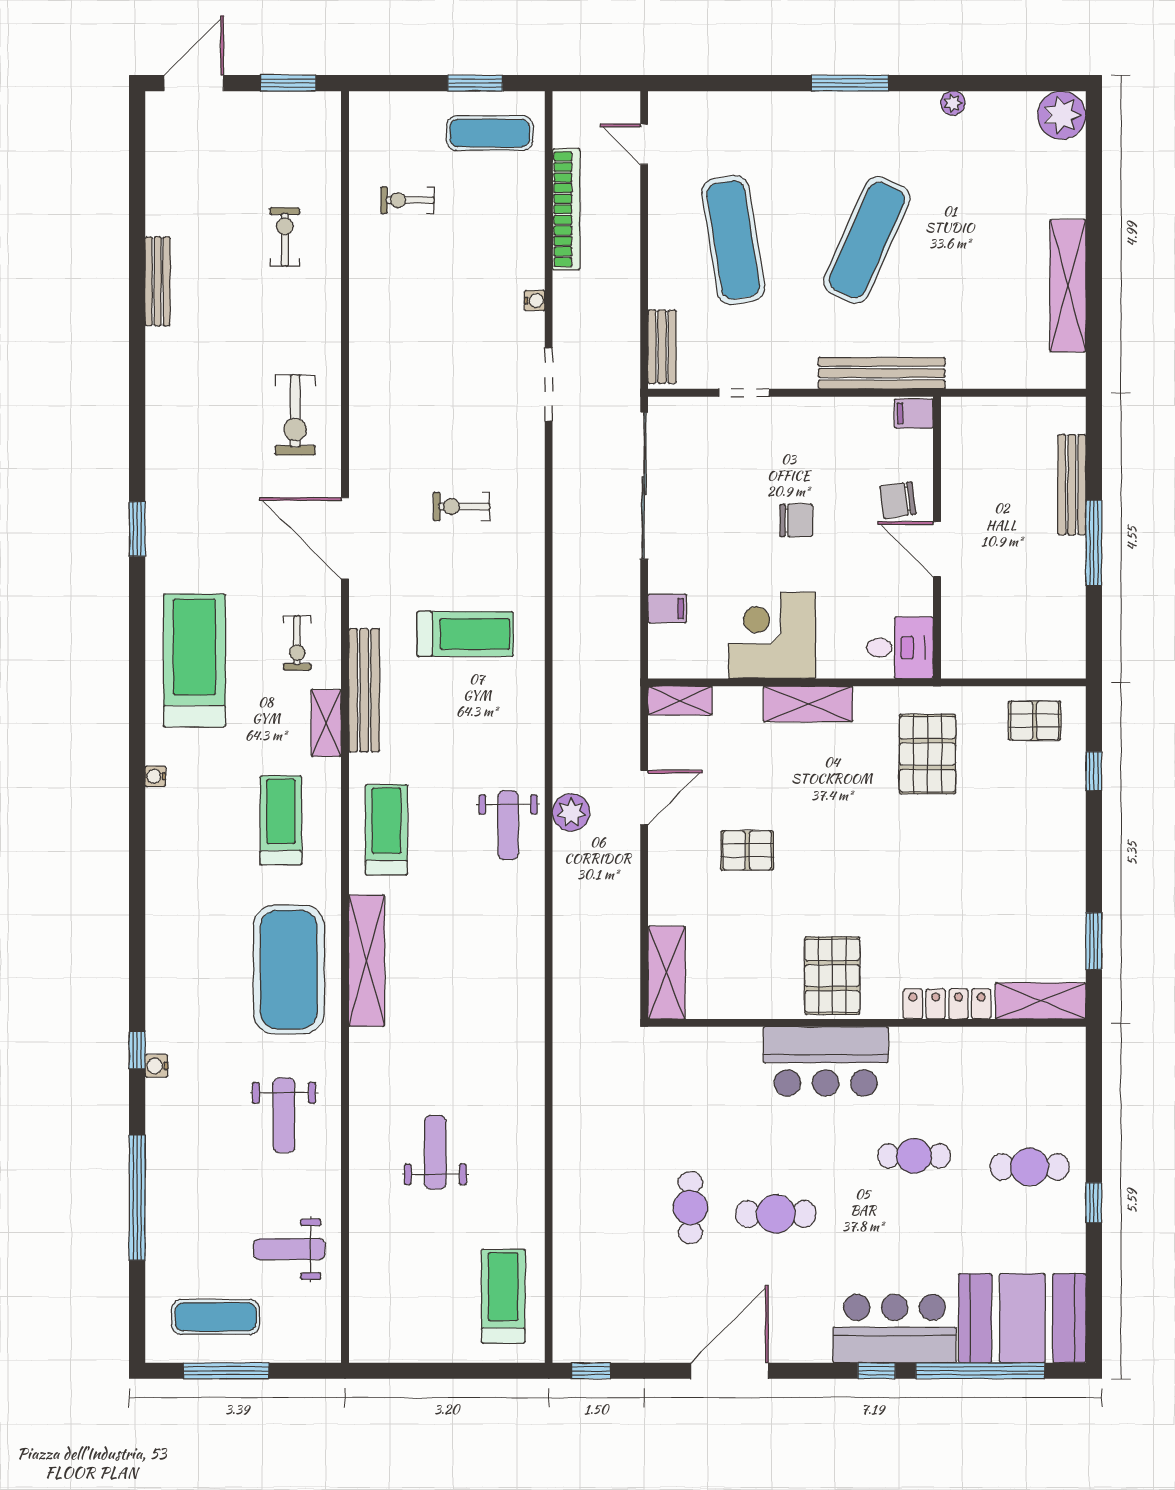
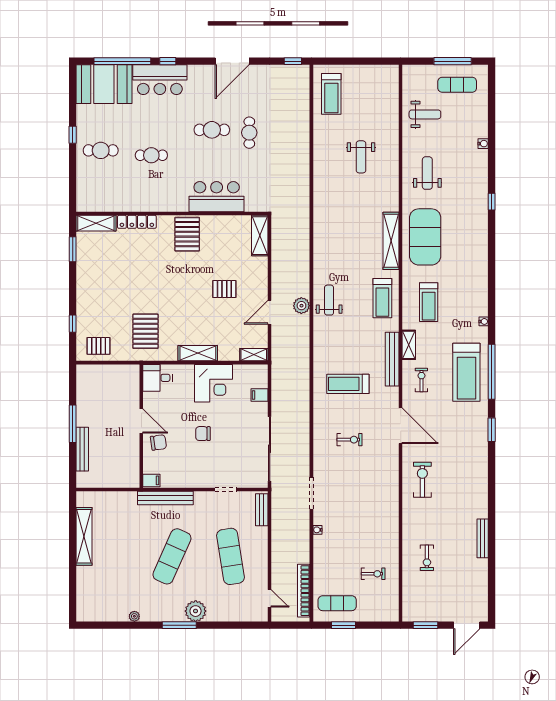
plant: (1062, 115) -> (196, 611), moved
bookcase: (566, 209) -> (304, 591), moved
bar counter: (826, 1061) -> (217, 197), moved
water cooler: (156, 1066) -> (483, 144), moved
window: (137, 1198) -> (492, 372), moved

